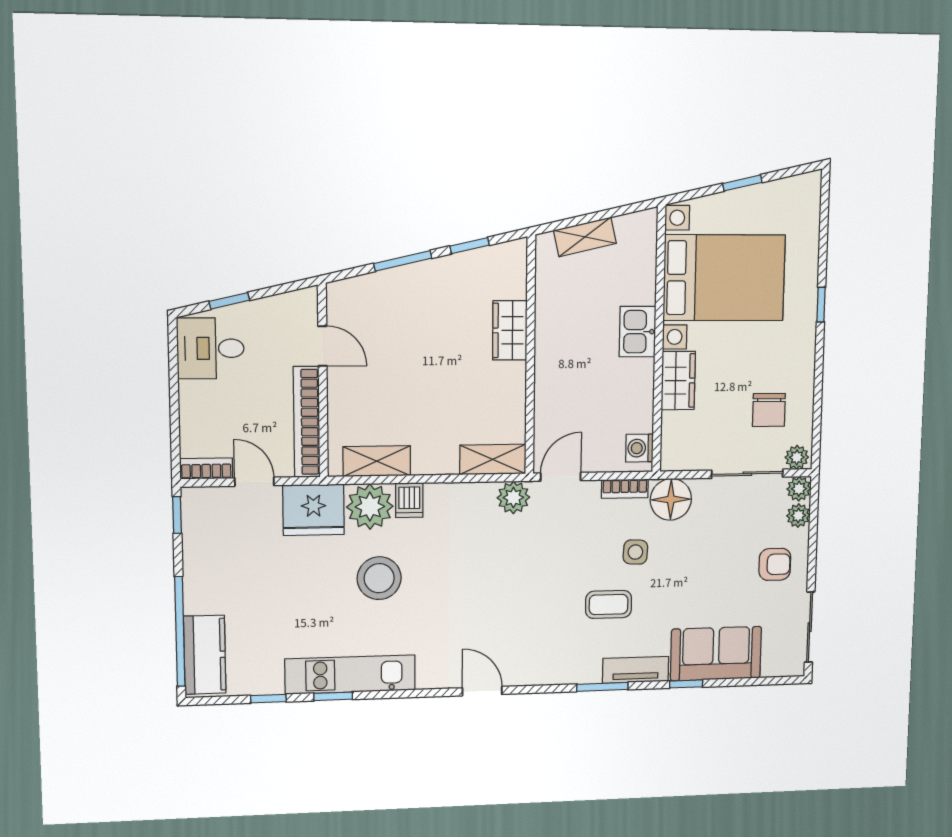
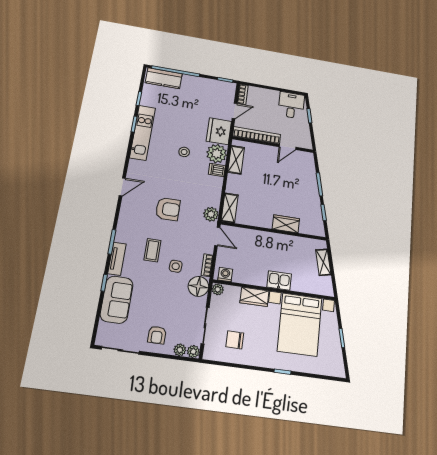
plant: (797, 457) -> (218, 289), moved
stool: (379, 578) -> (184, 152), width x0.53, depth x0.53
armchair: (516, 590) -> (168, 209), added

